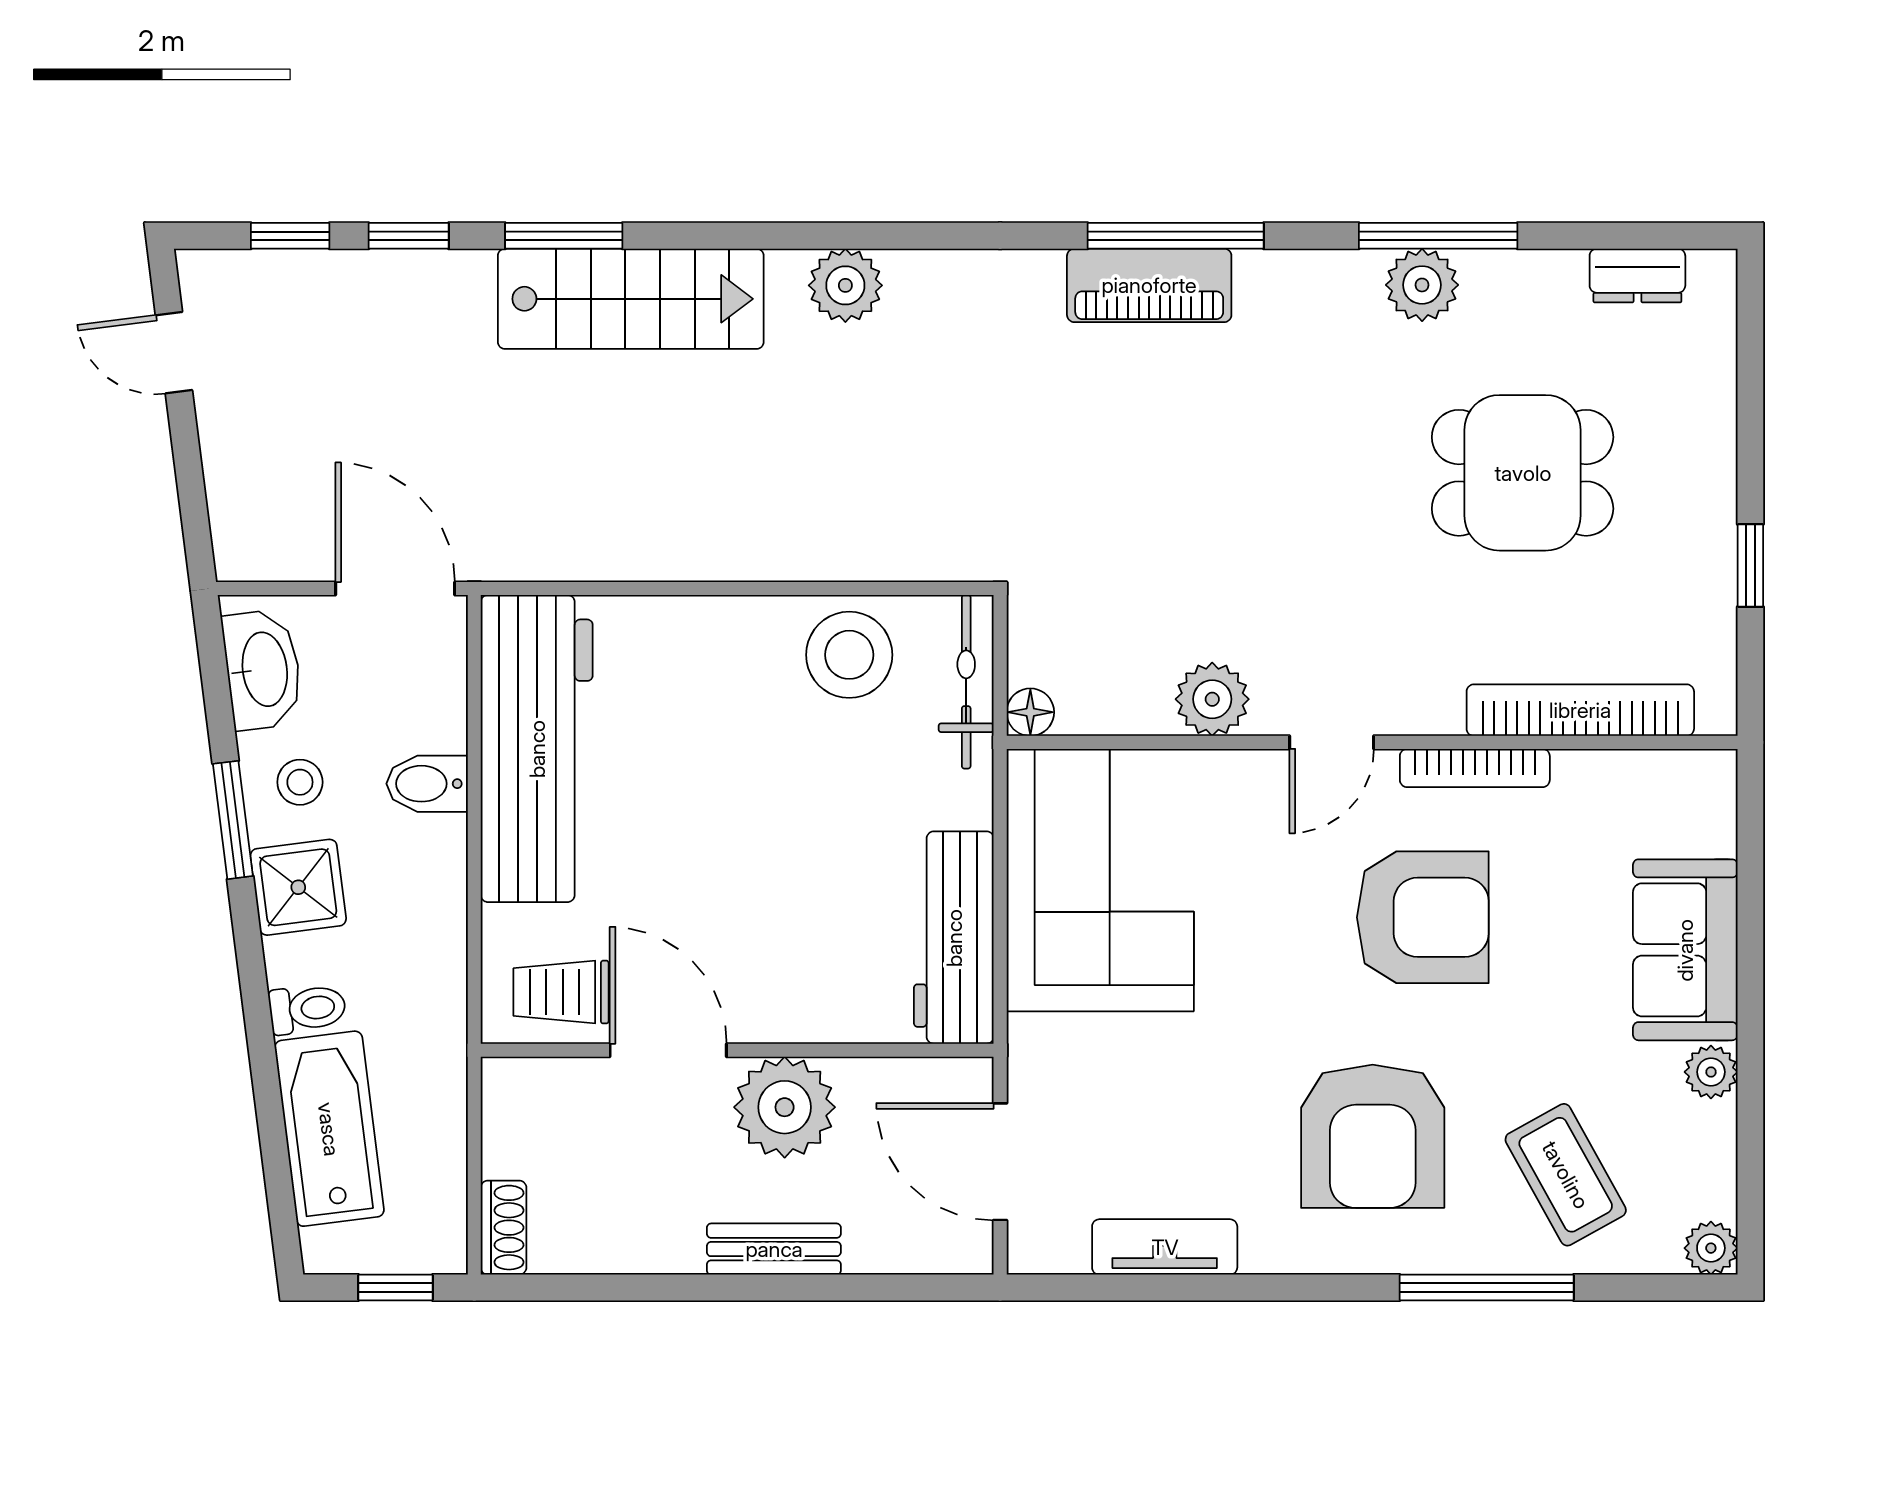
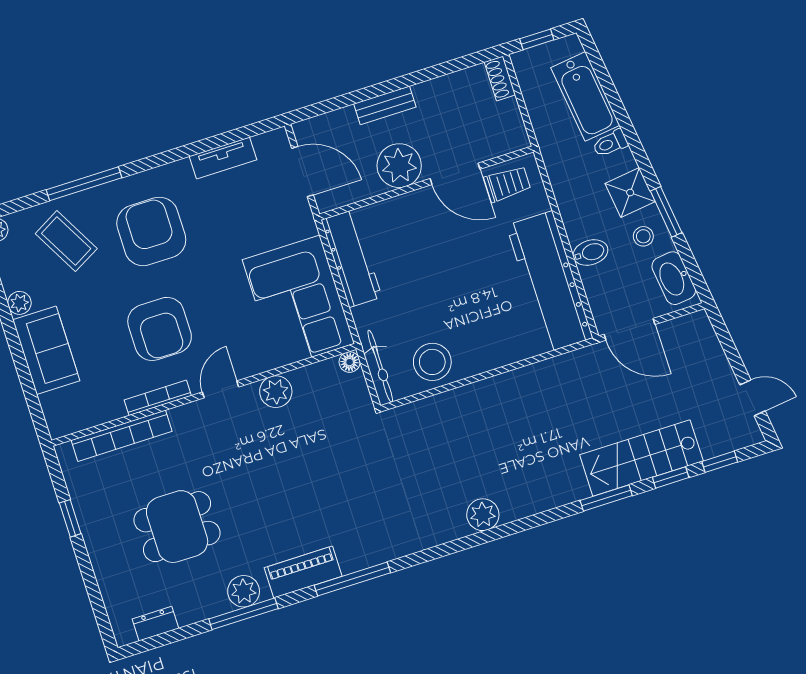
piano: (1149, 285) -> (303, 572), moved
stairs: (631, 299) -> (641, 458), moved
armchair: (1423, 917) -> (160, 329), turned -90

